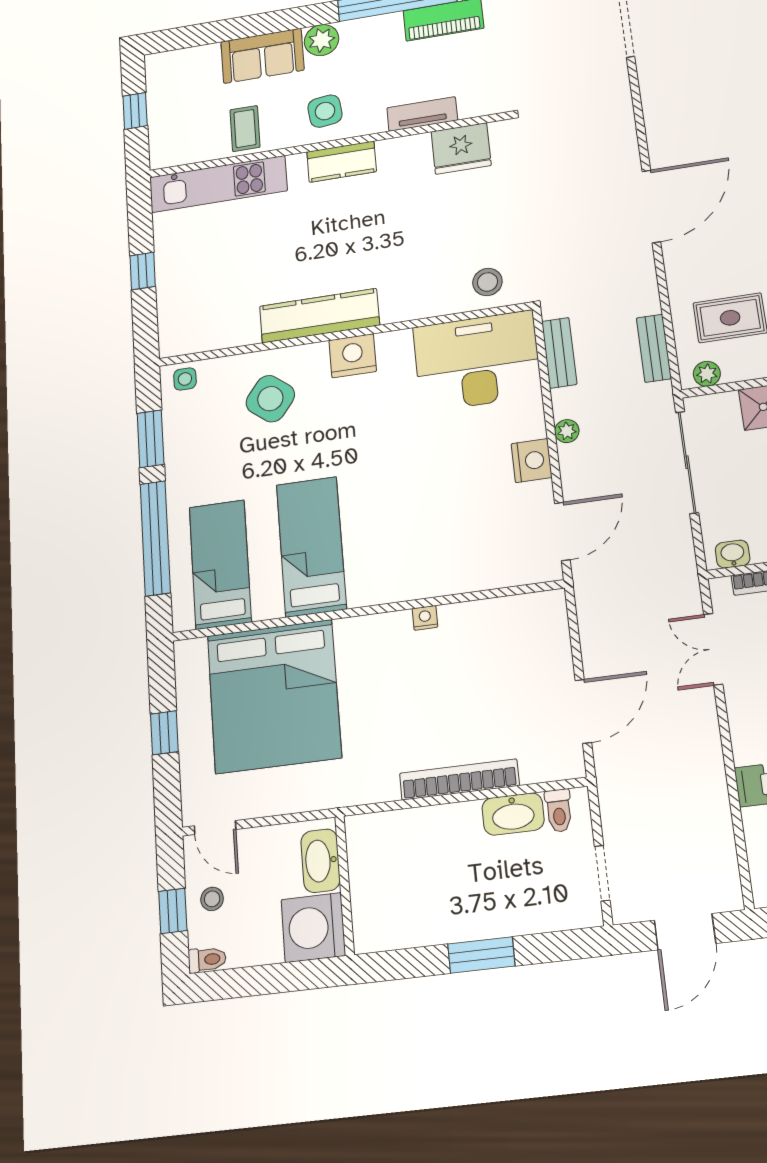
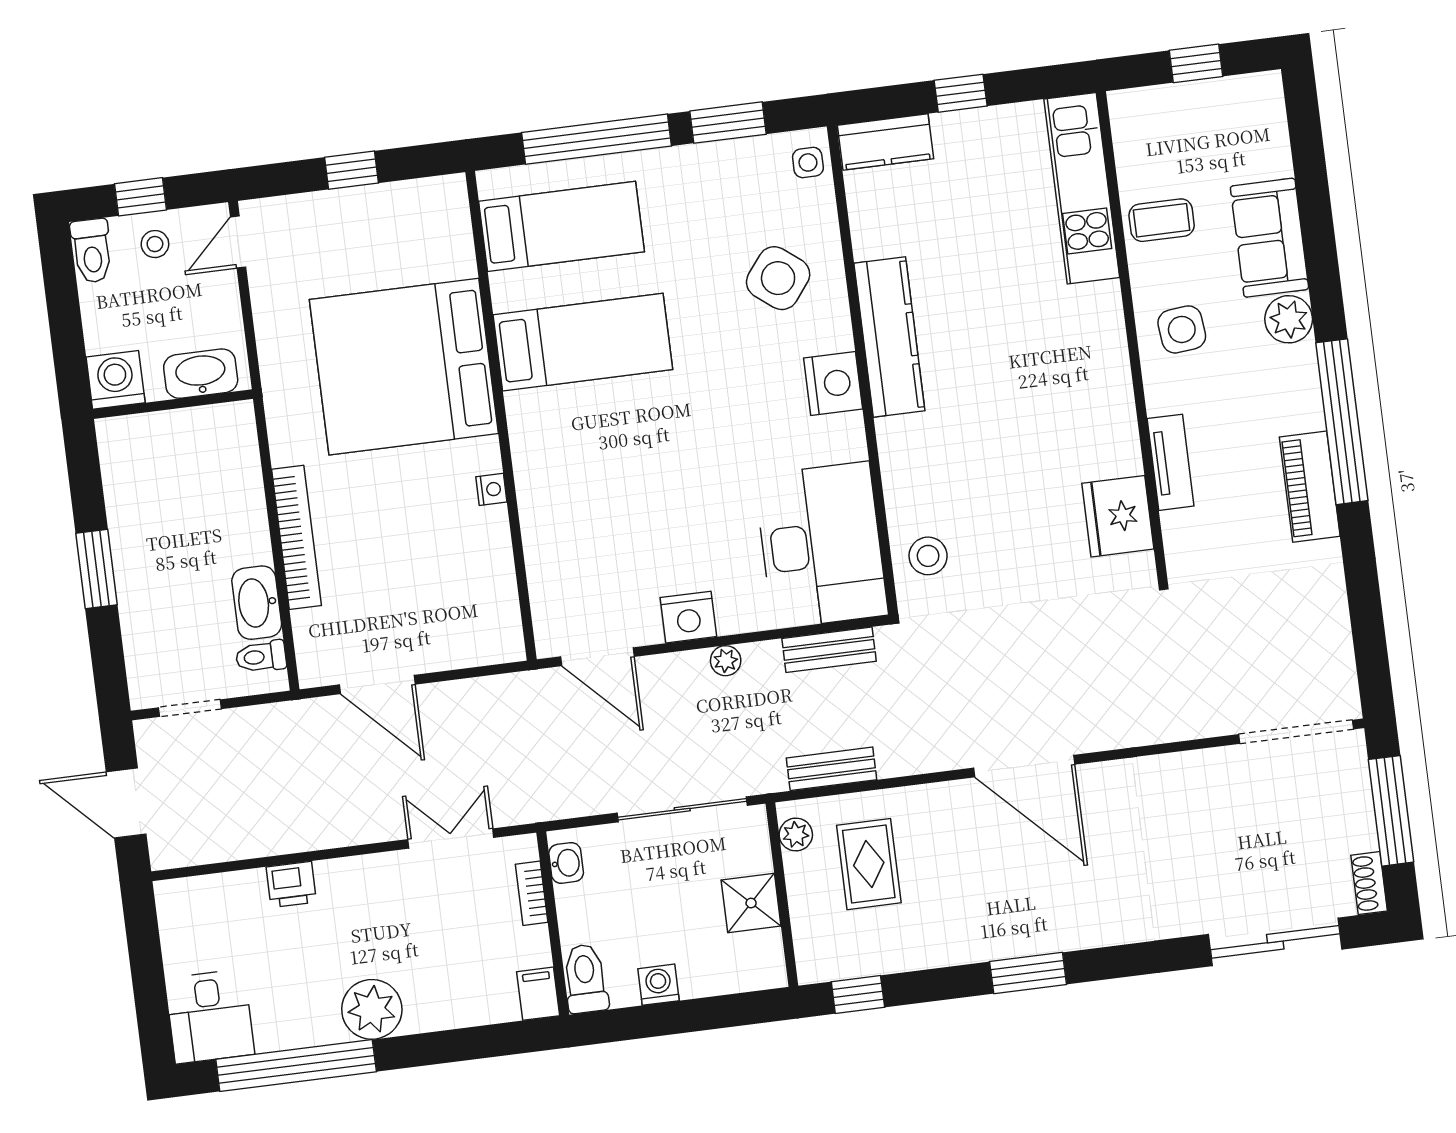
kitchen counter: (342, 162) -> (885, 142), moved, turned -90
bed: (274, 696) -> (404, 367), moved
washing machine: (313, 927) -> (116, 380), width x0.73, depth x0.73
toilet: (207, 960) -> (92, 251), width x1.37, depth x1.39

